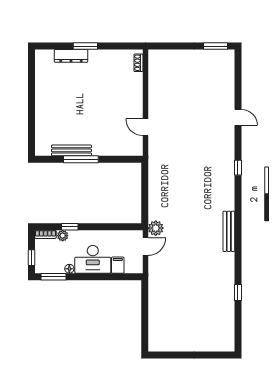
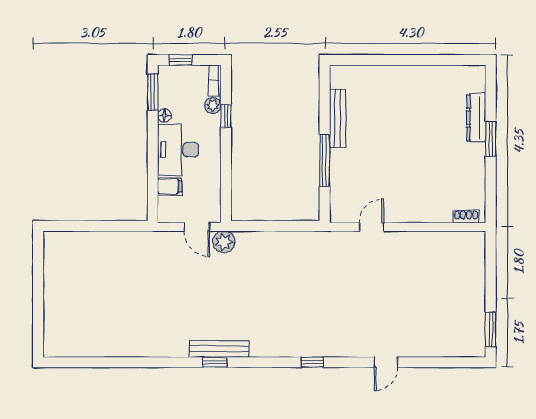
window: (81, 159) -> (325, 161), moved
window: (238, 292) -> (215, 362), moved

